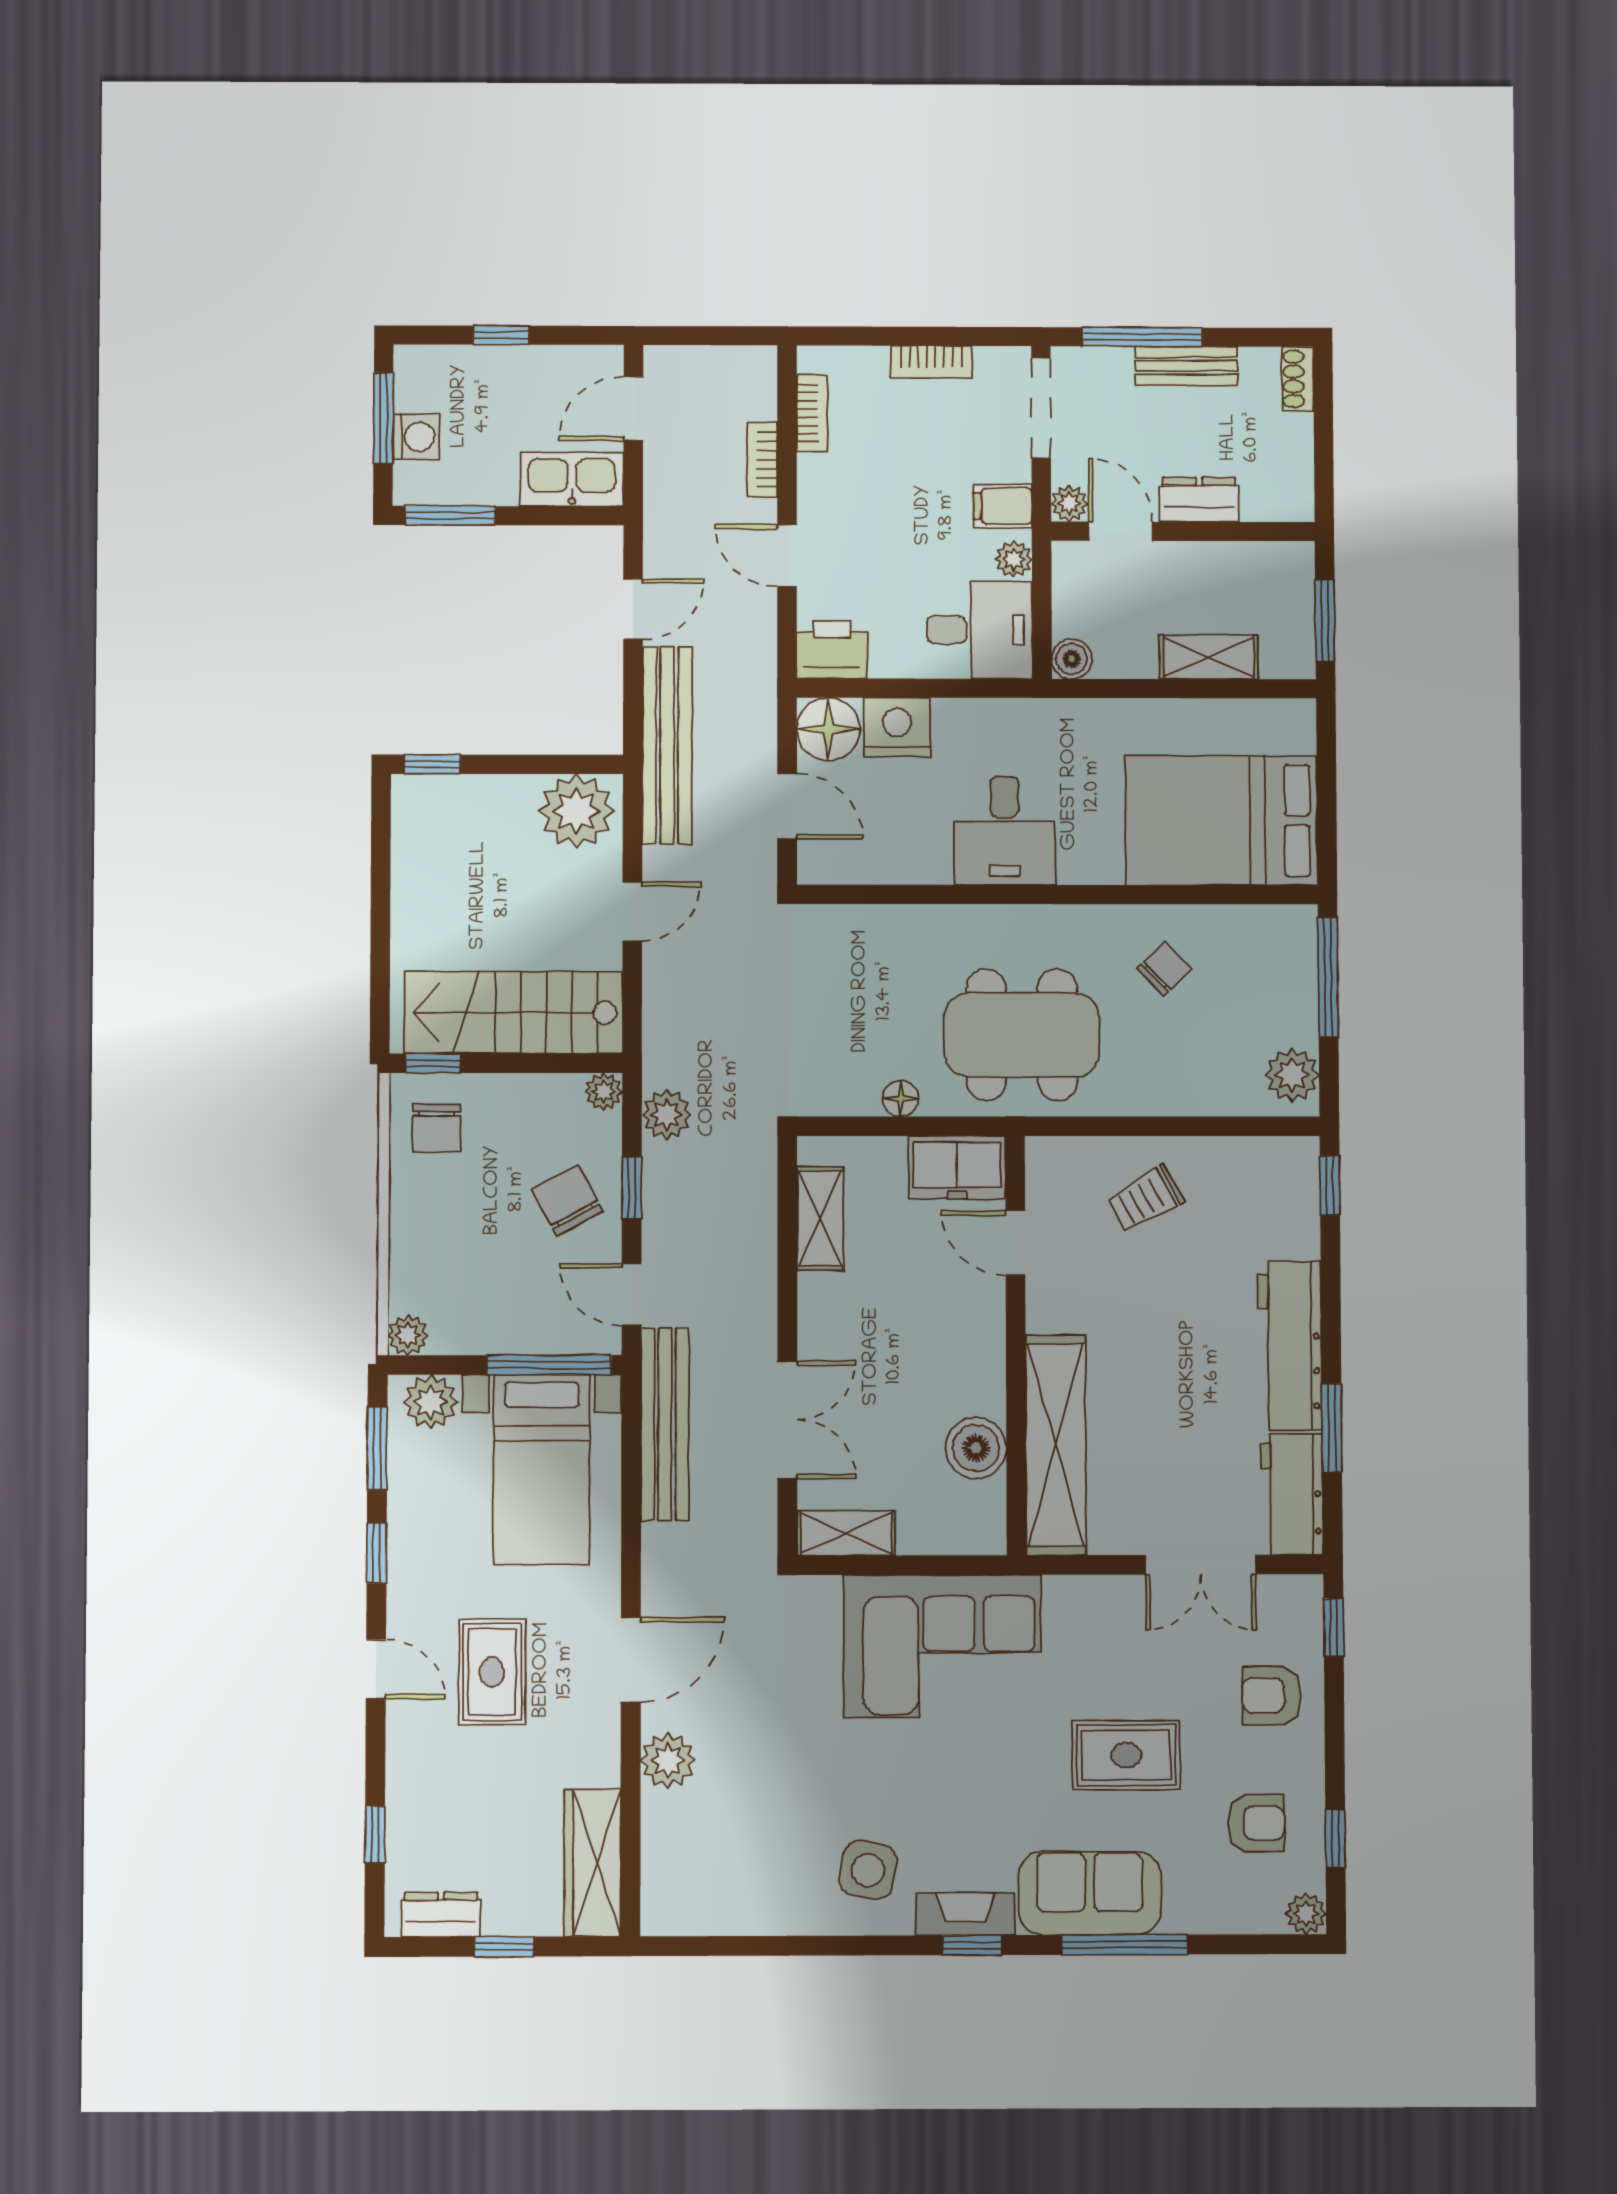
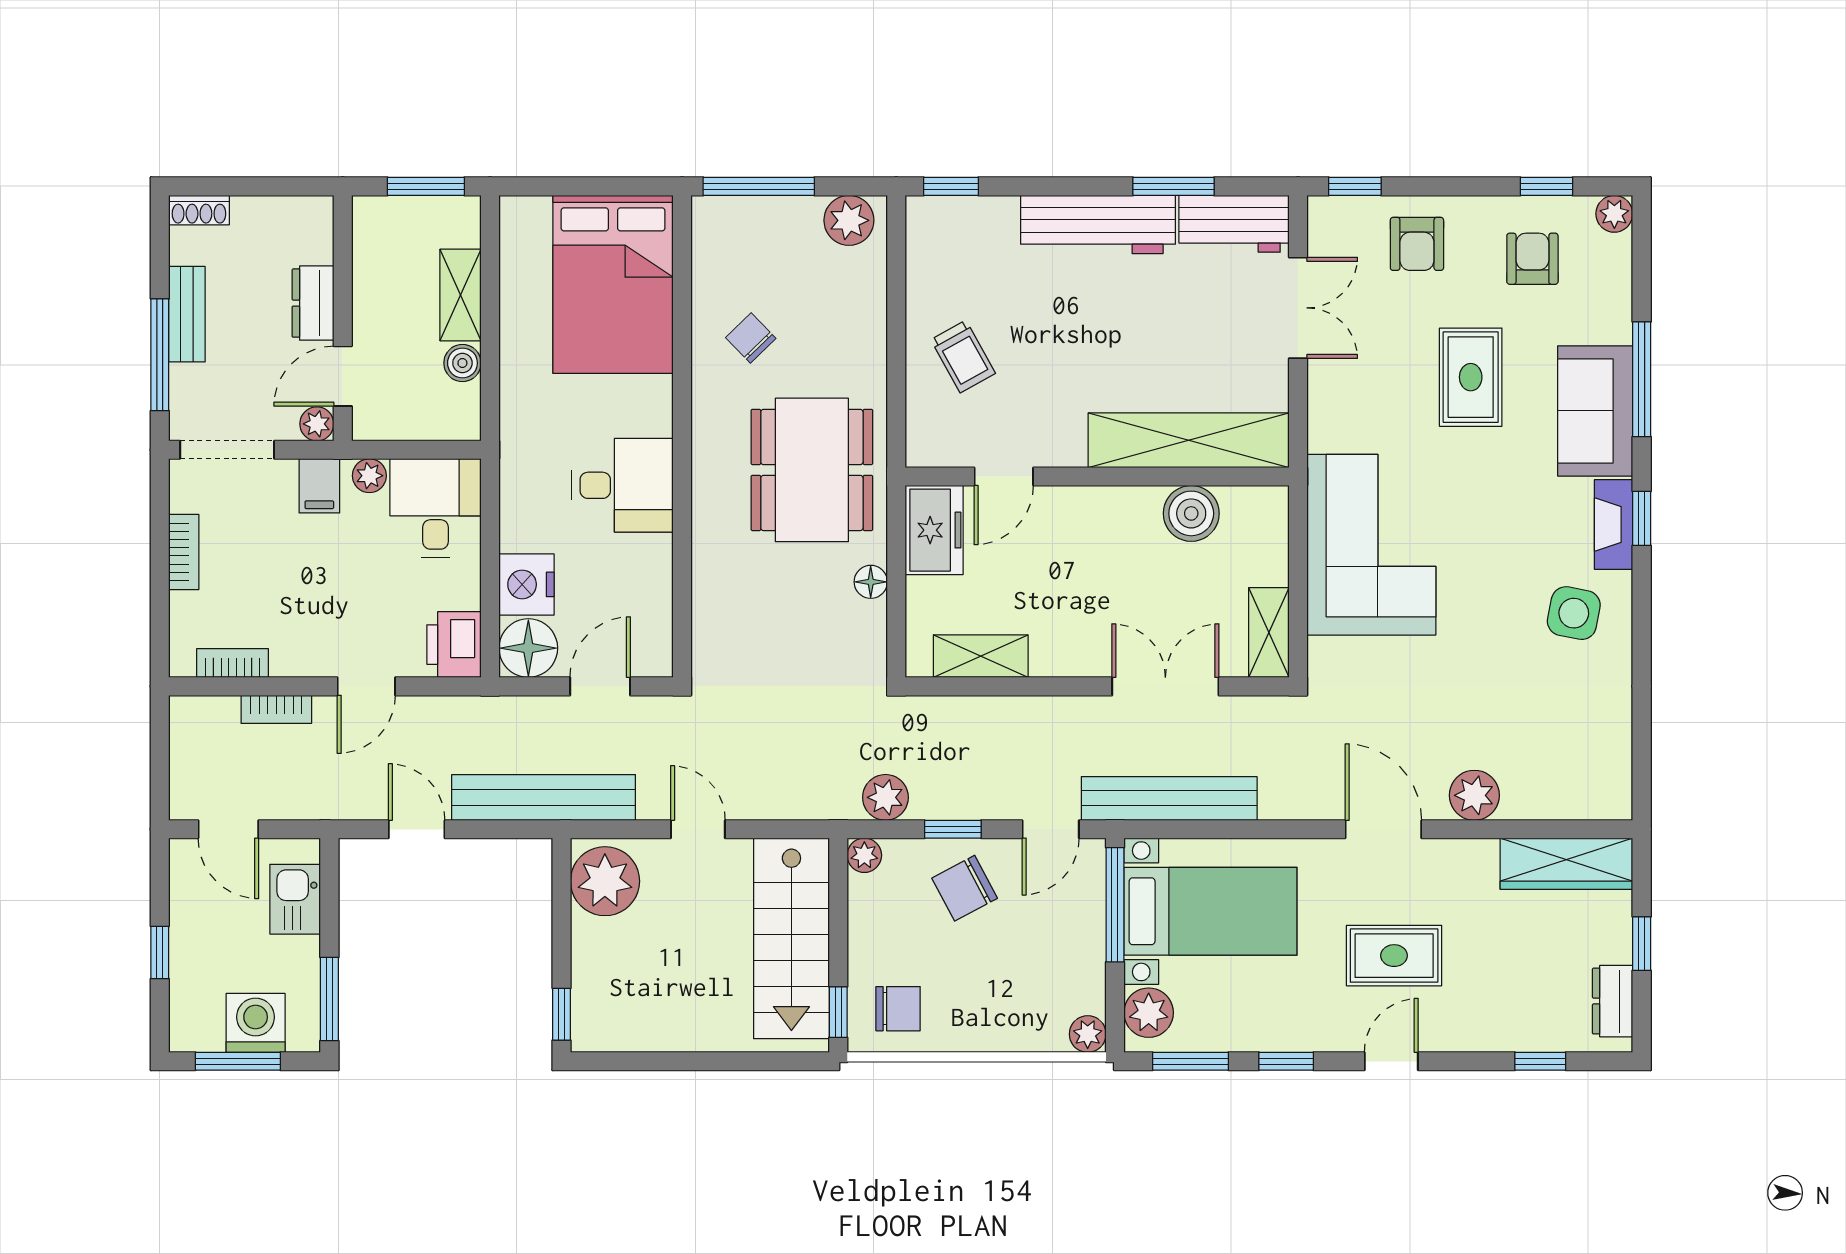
washing machine: (416, 437) -> (256, 1023), width x1.38, depth x1.38
kitchen sink: (572, 479) -> (295, 899), width x0.73
boiler: (1072, 659) -> (462, 363), moved

